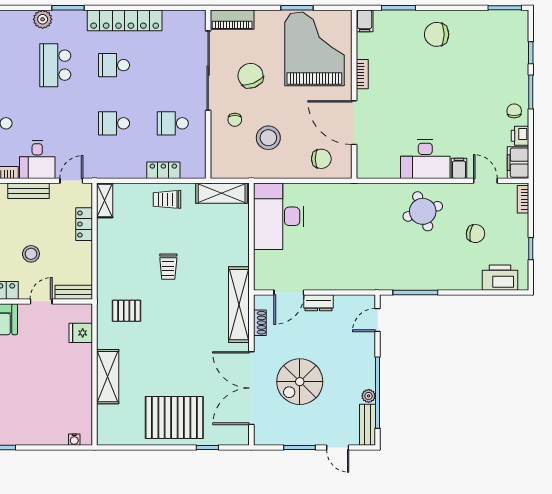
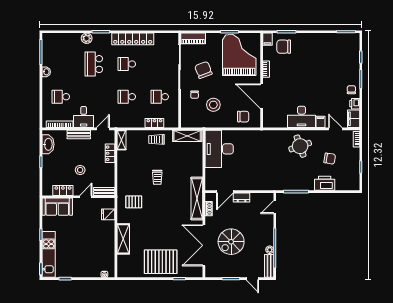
chair: (437, 34) -> (284, 47), moved
printer: (500, 278) -> (325, 183), moved

